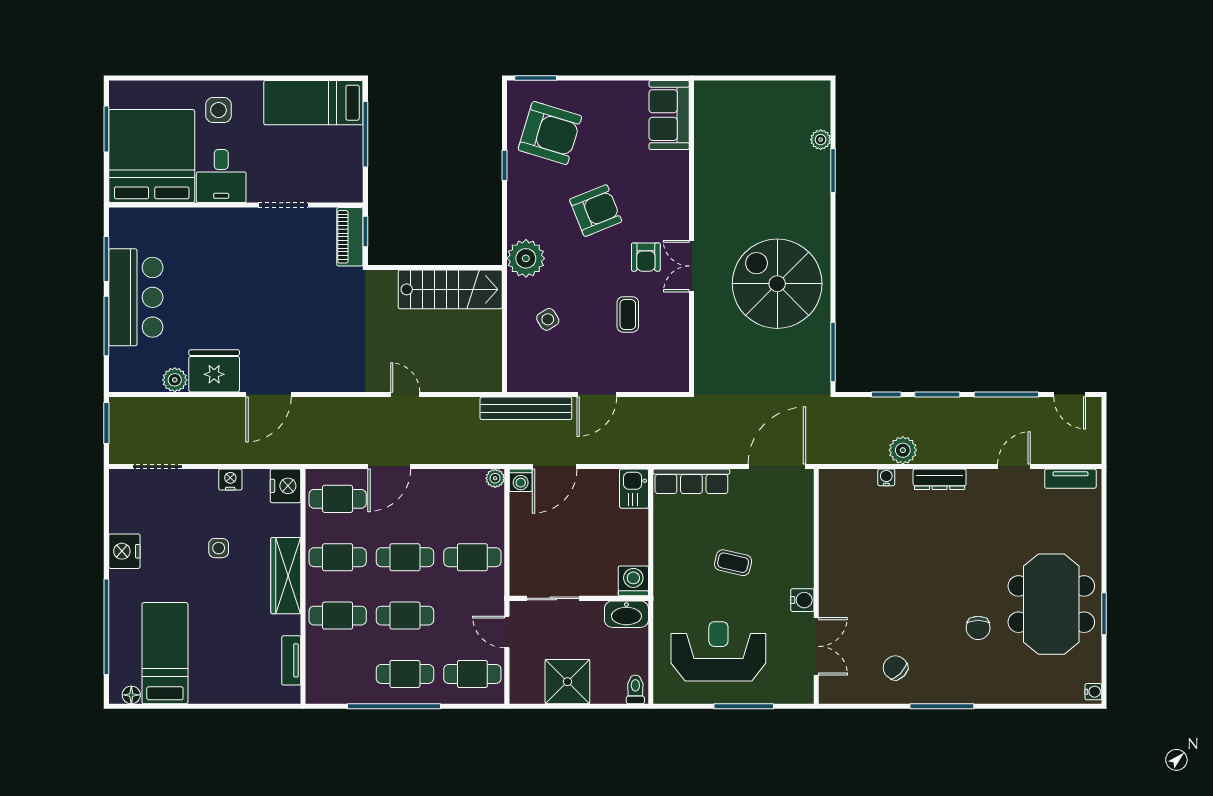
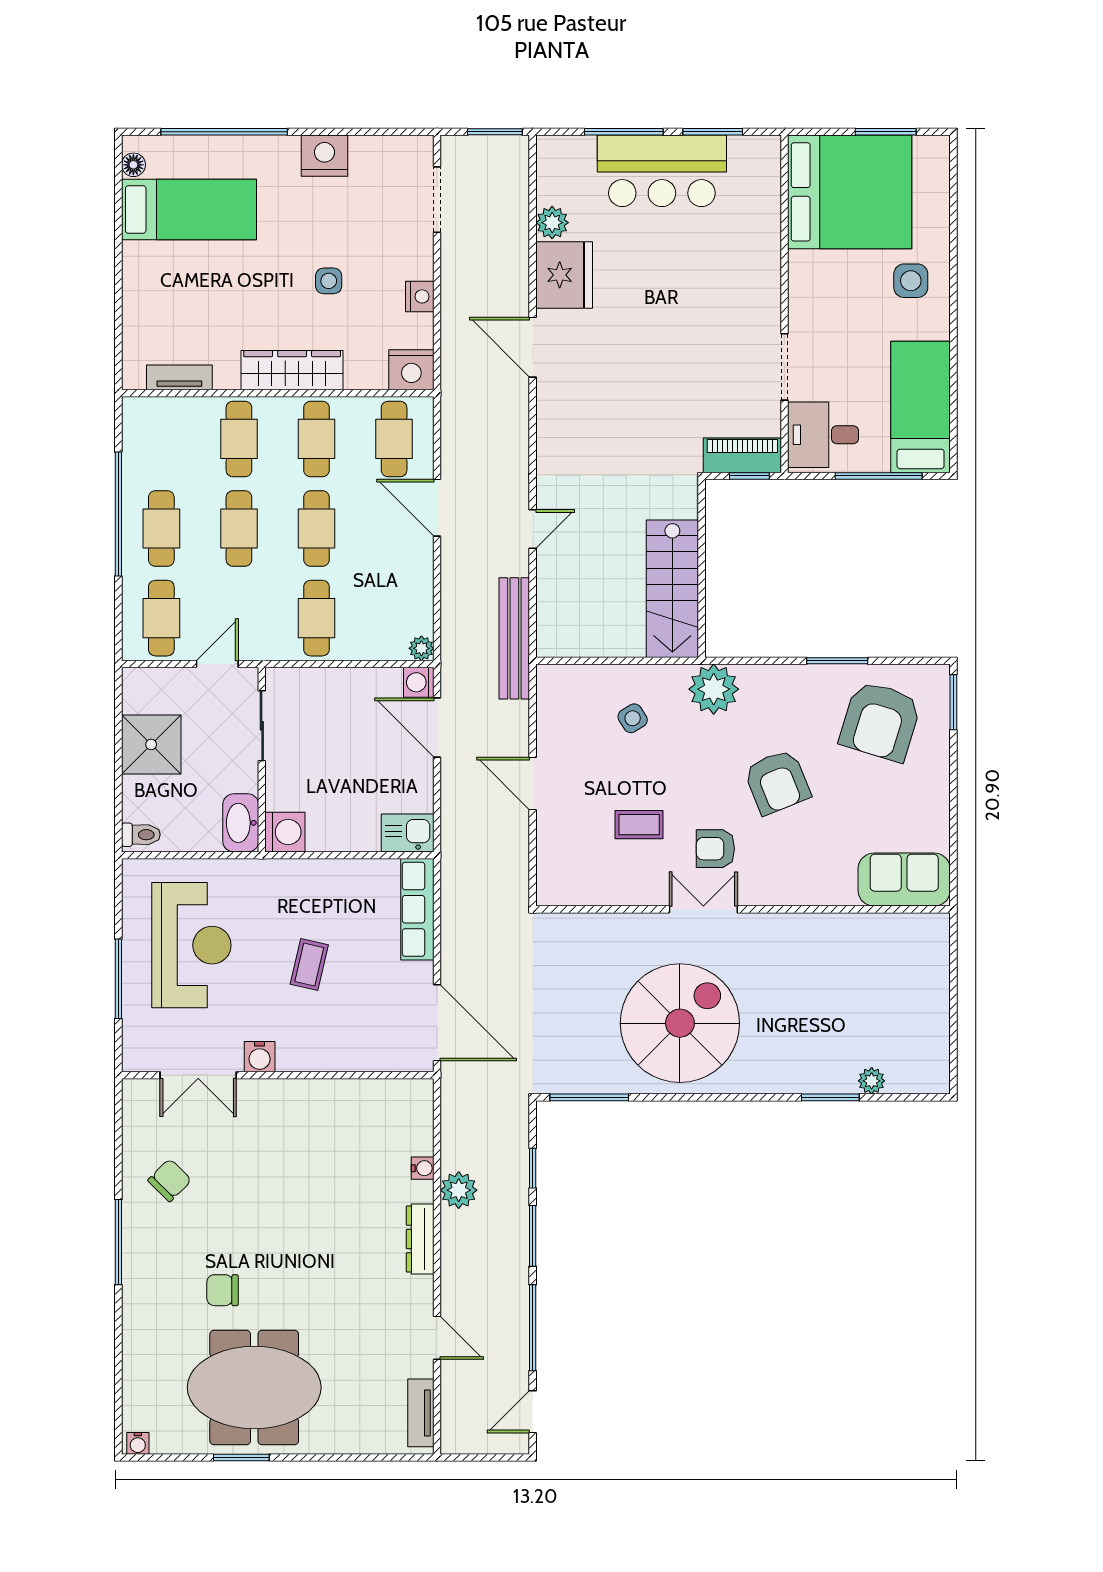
window: (504, 165) -> (837, 661), width x1.50
desk: (221, 176) -> (823, 435), moved
bench: (526, 408) -> (514, 638), moved

